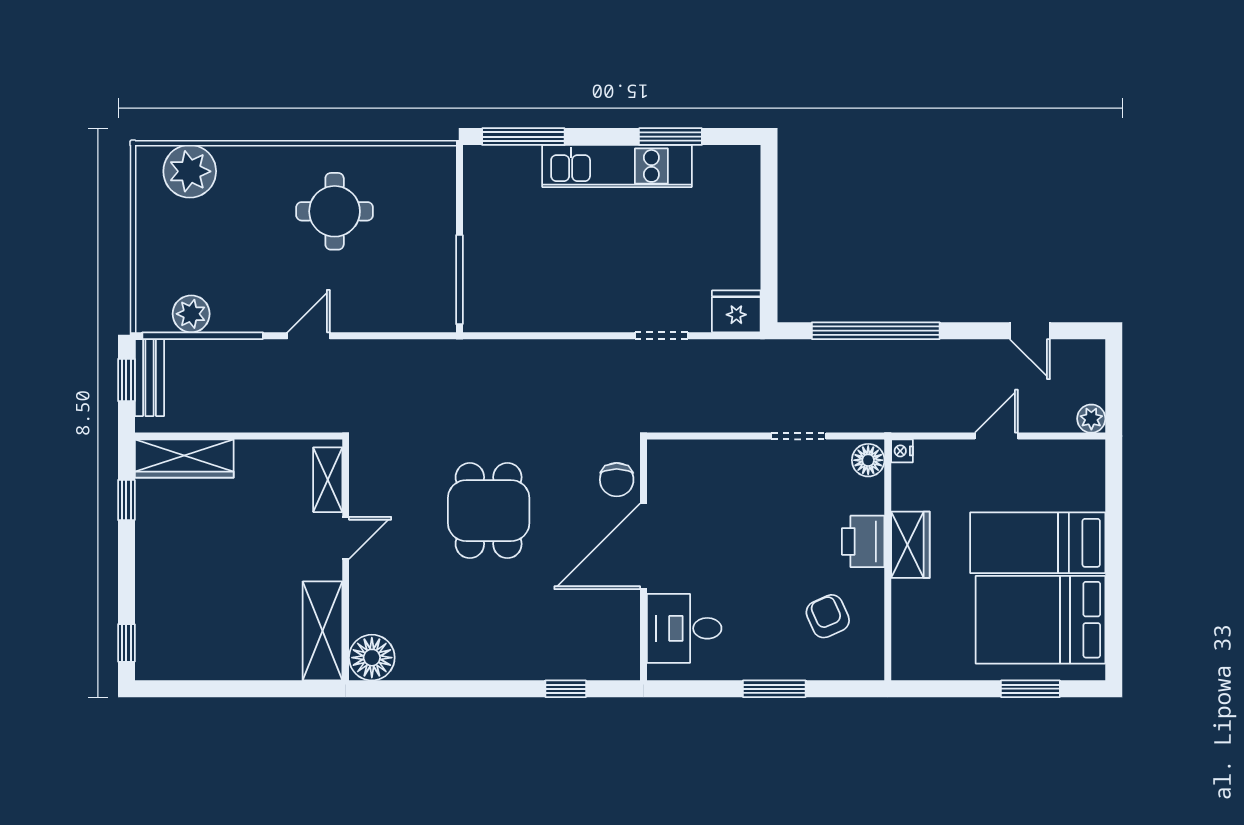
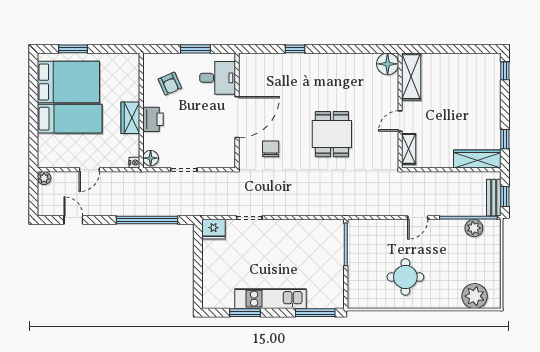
door: (643, 546) -> (237, 117), moved
wall: (643, 560) -> (237, 111), moved
desk: (684, 628) -> (218, 78), moved

